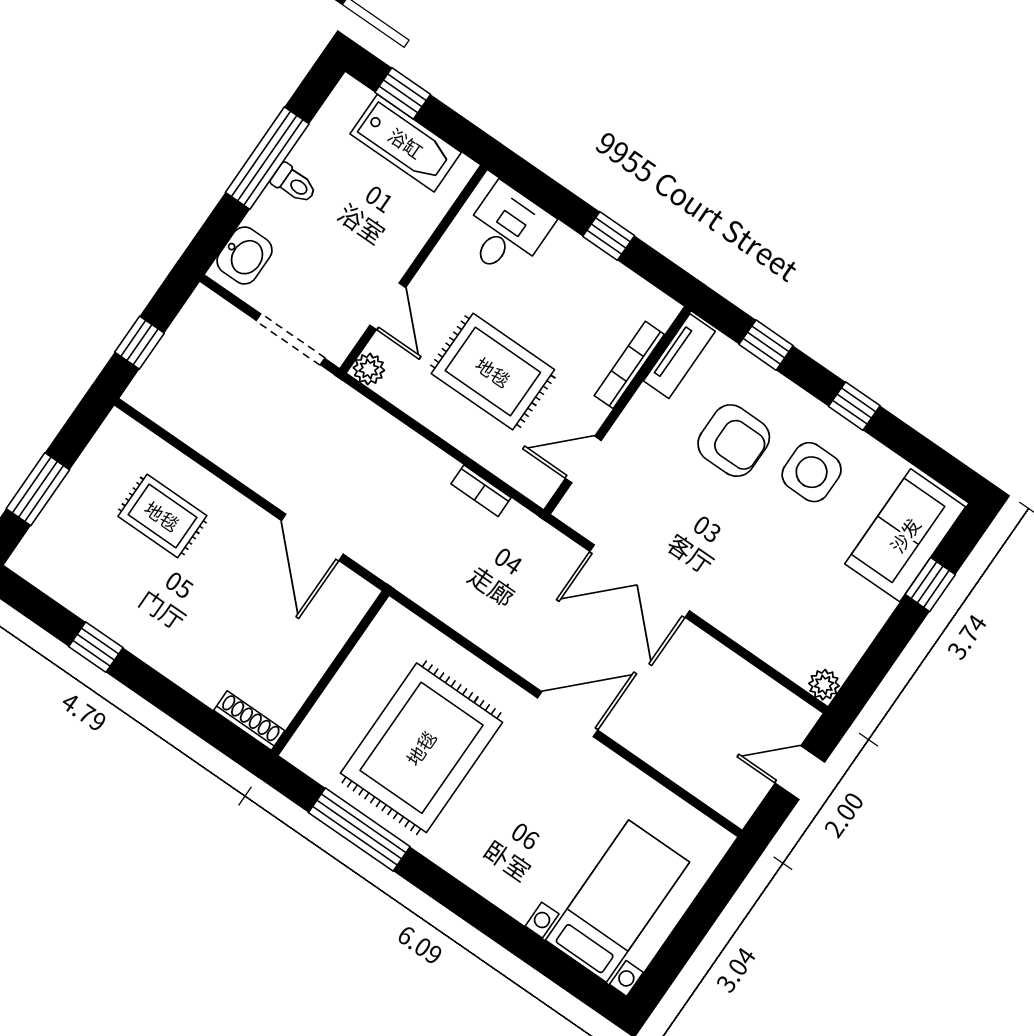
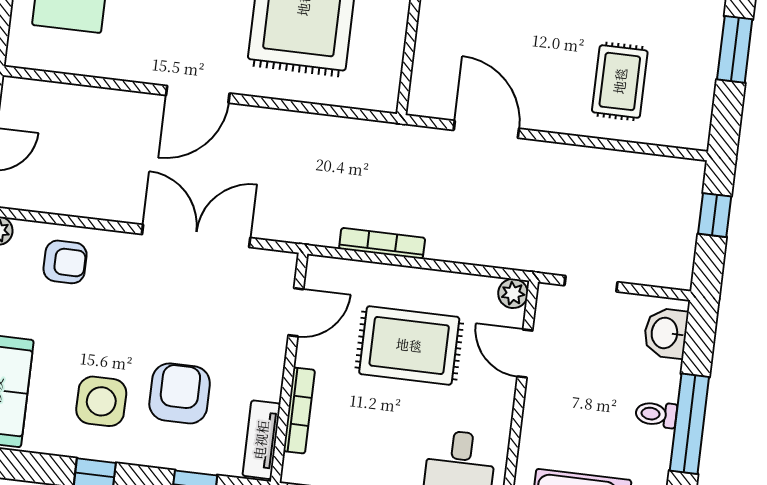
doorway: (290, 339) -> (591, 284), width x0.73
armchair: (734, 441) -> (180, 393), turned 90
bookcase: (481, 491) -> (382, 243), width x1.56
rug: (162, 516) -> (620, 81), turned 90
armchair: (776, 622) -> (65, 262), added

